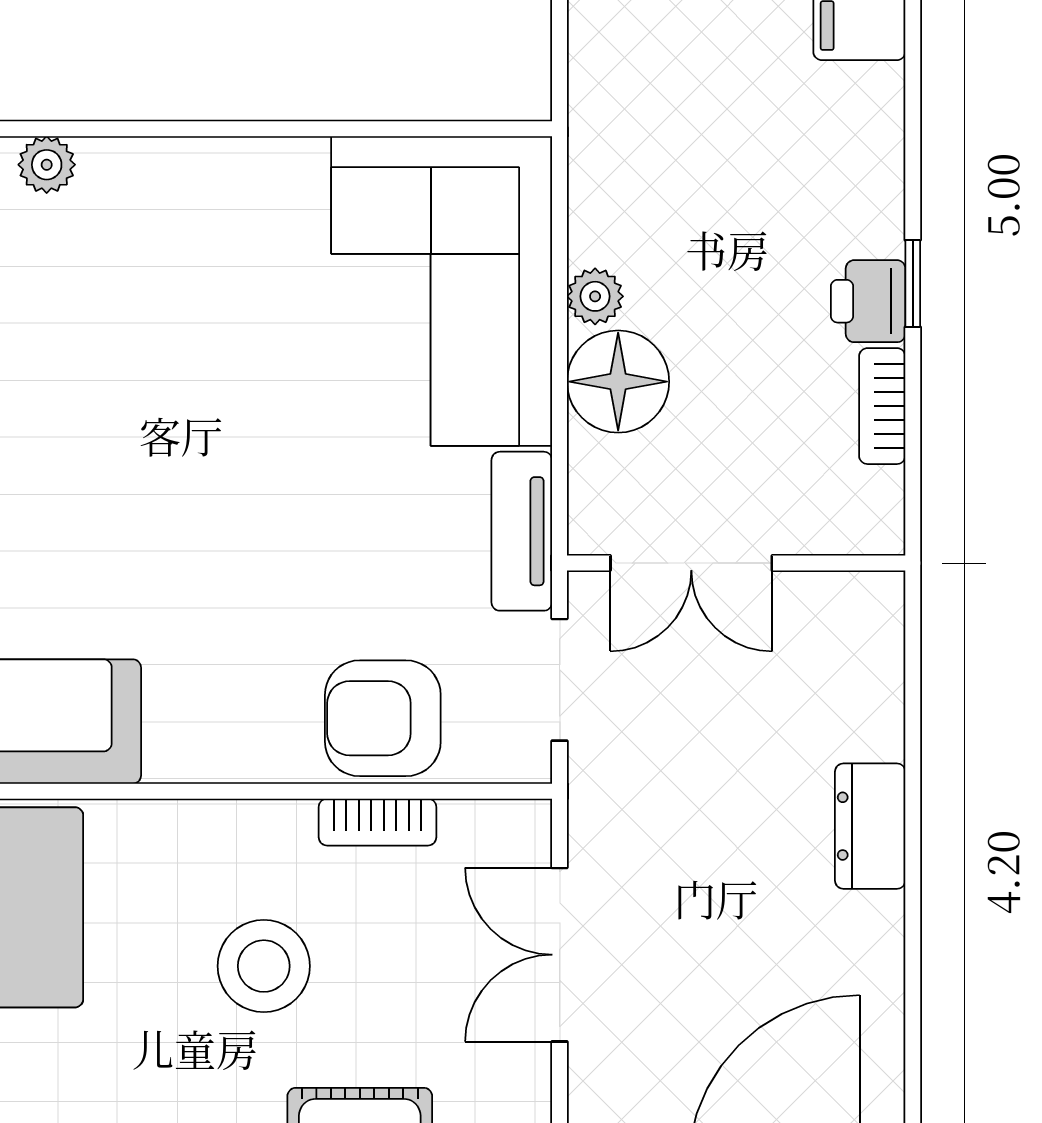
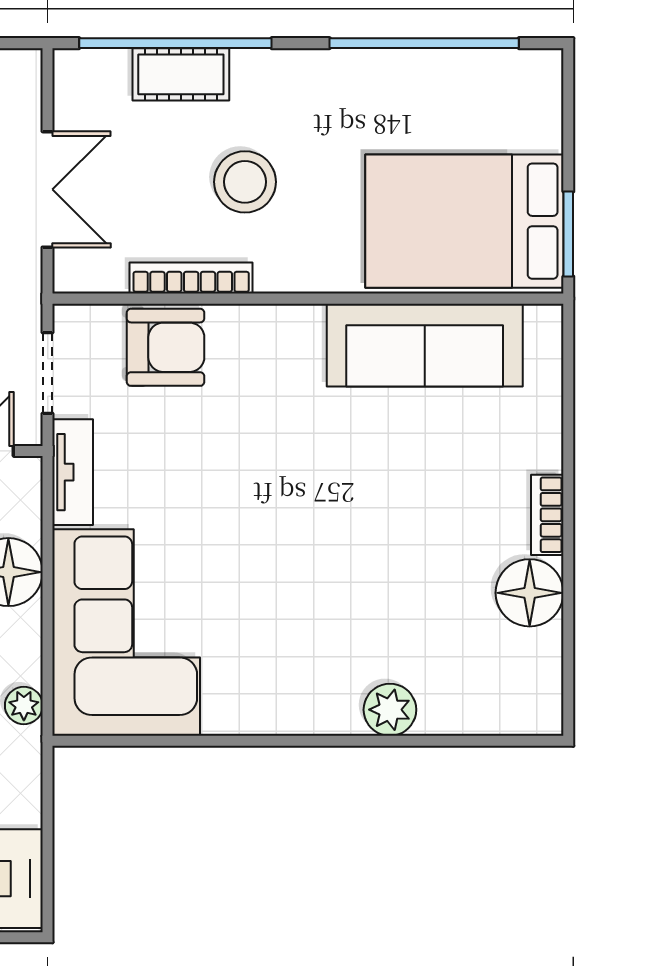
plant: (47, 165) -> (390, 710), width x1.38, depth x1.38
plant: (595, 296) -> (24, 705), moved
bookcase: (378, 822) -> (191, 278), width x1.56

